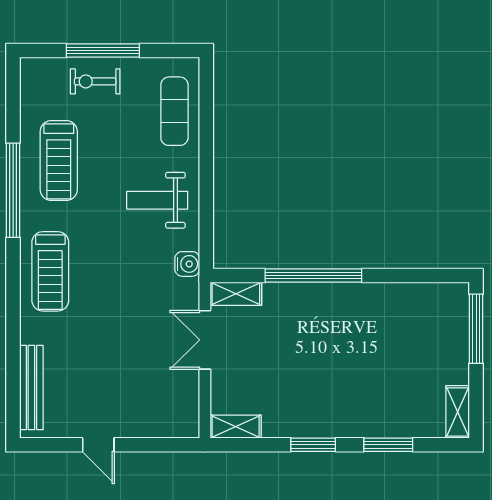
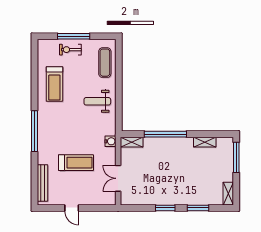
window: (13, 190) -> (35, 131), moved
water cooler: (187, 264) -> (110, 141), moved
treadmill: (50, 271) -> (76, 163), moved, turned -90
double door: (205, 340) -> (118, 178), moved
shelving: (236, 427) -> (205, 142), moved

